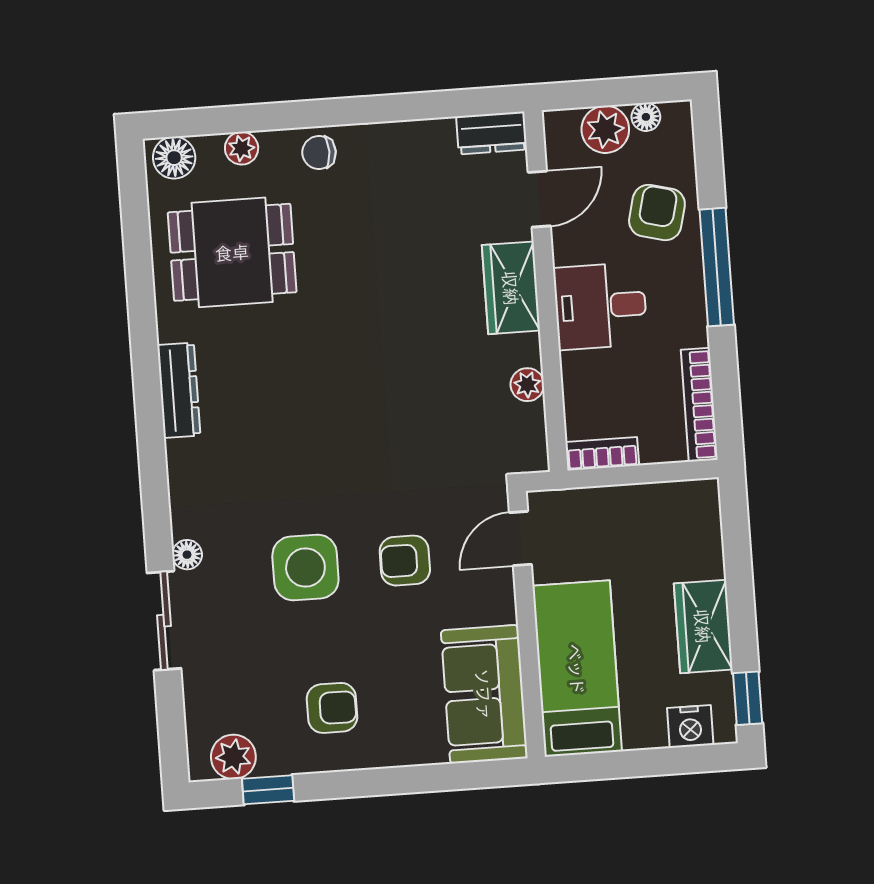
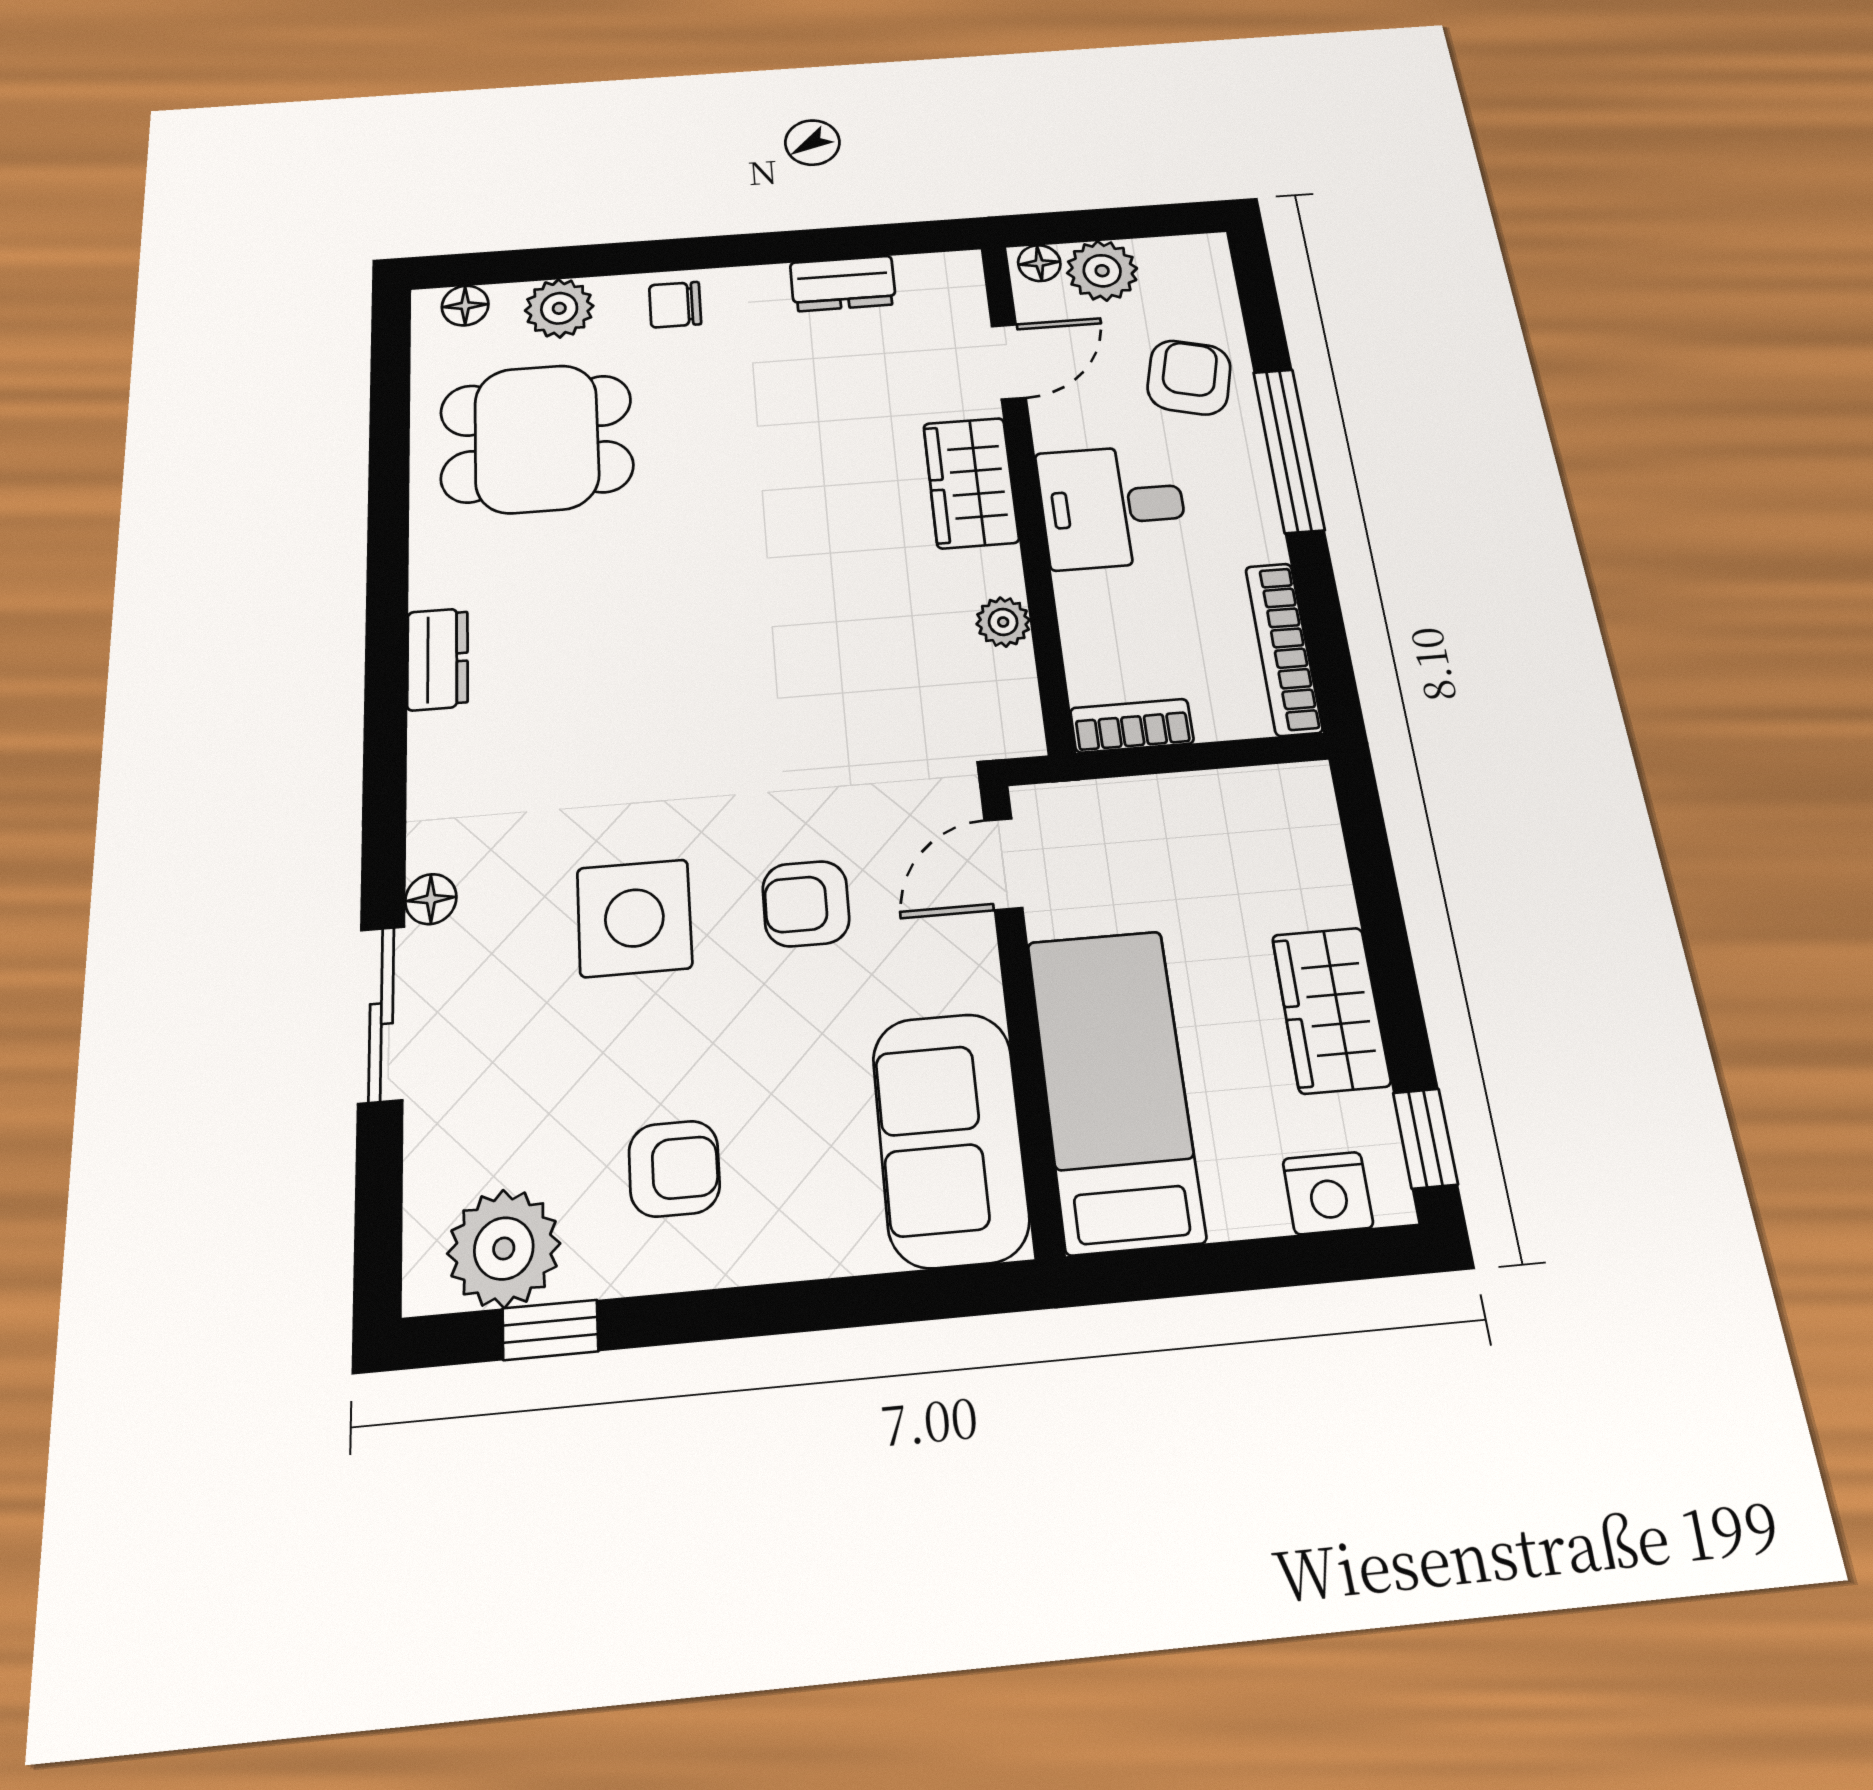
floor lamp: (646, 117) -> (1039, 263), moved
dresser: (492, 133) -> (843, 284), moved
plant: (242, 148) -> (559, 308), width x1.38, depth x1.38
floor lamp: (174, 158) -> (465, 306), width x0.73, depth x0.73
dresser: (179, 390) -> (438, 659), width x0.70
plant: (233, 757) -> (504, 1248), width x1.36, depth x1.36

